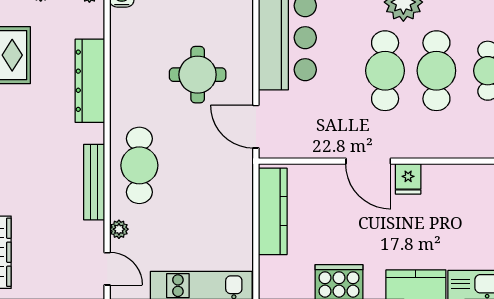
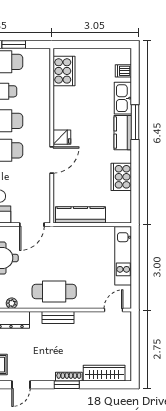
bench: (94, 182) -> (58, 318), width x0.73
plant: (119, 229) -> (12, 303), moved

